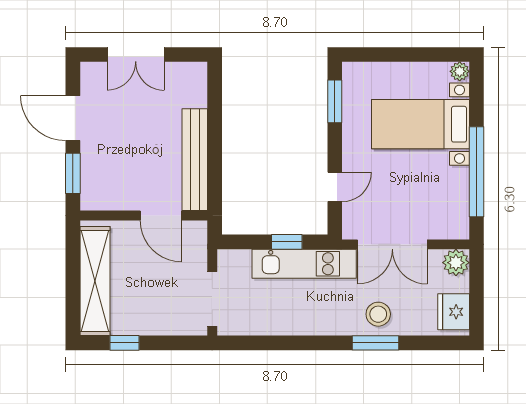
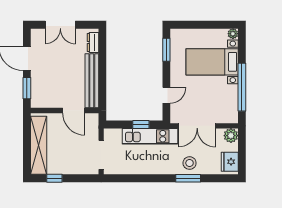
dresser: (197, 88) -> (93, 43), added

